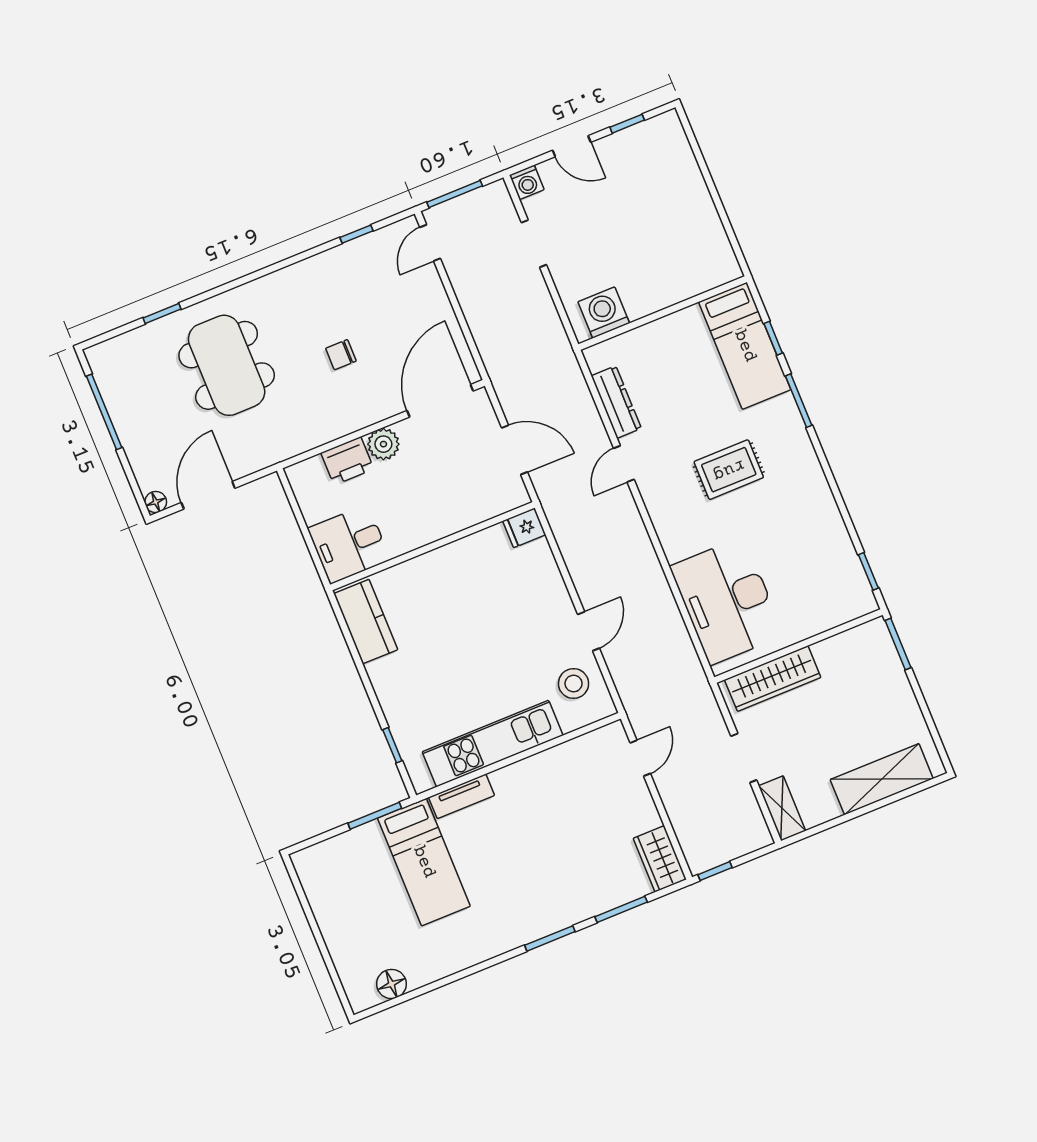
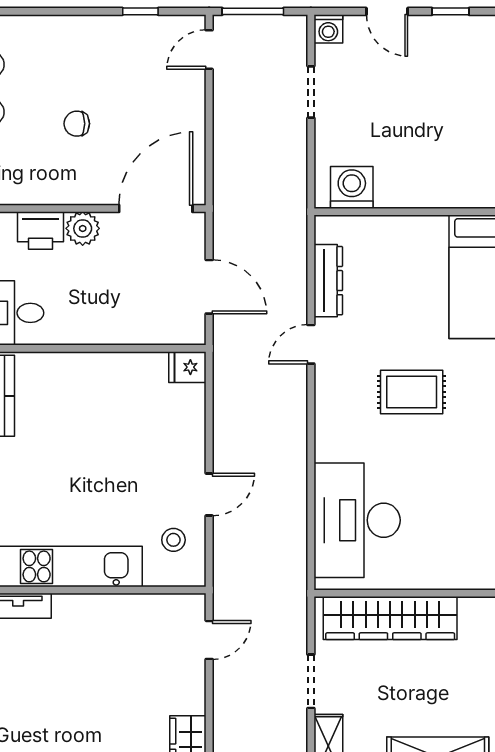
wardrobe: (773, 679) -> (390, 618), width x1.40, depth x1.17
stool: (574, 684) -> (173, 540), width x0.73, depth x0.73

